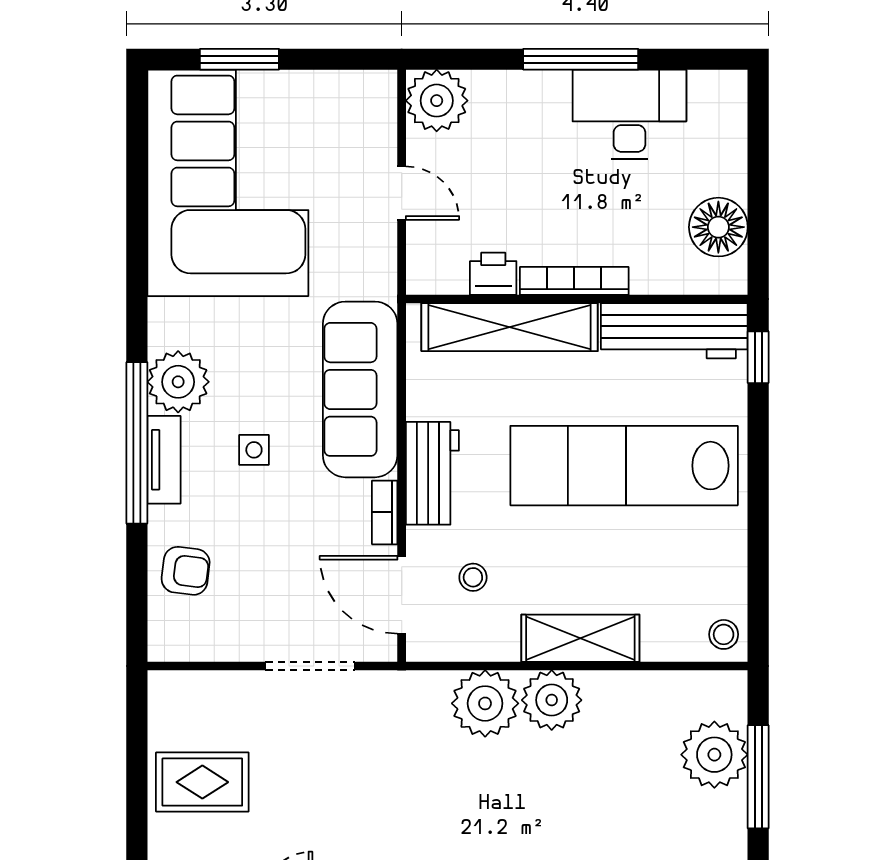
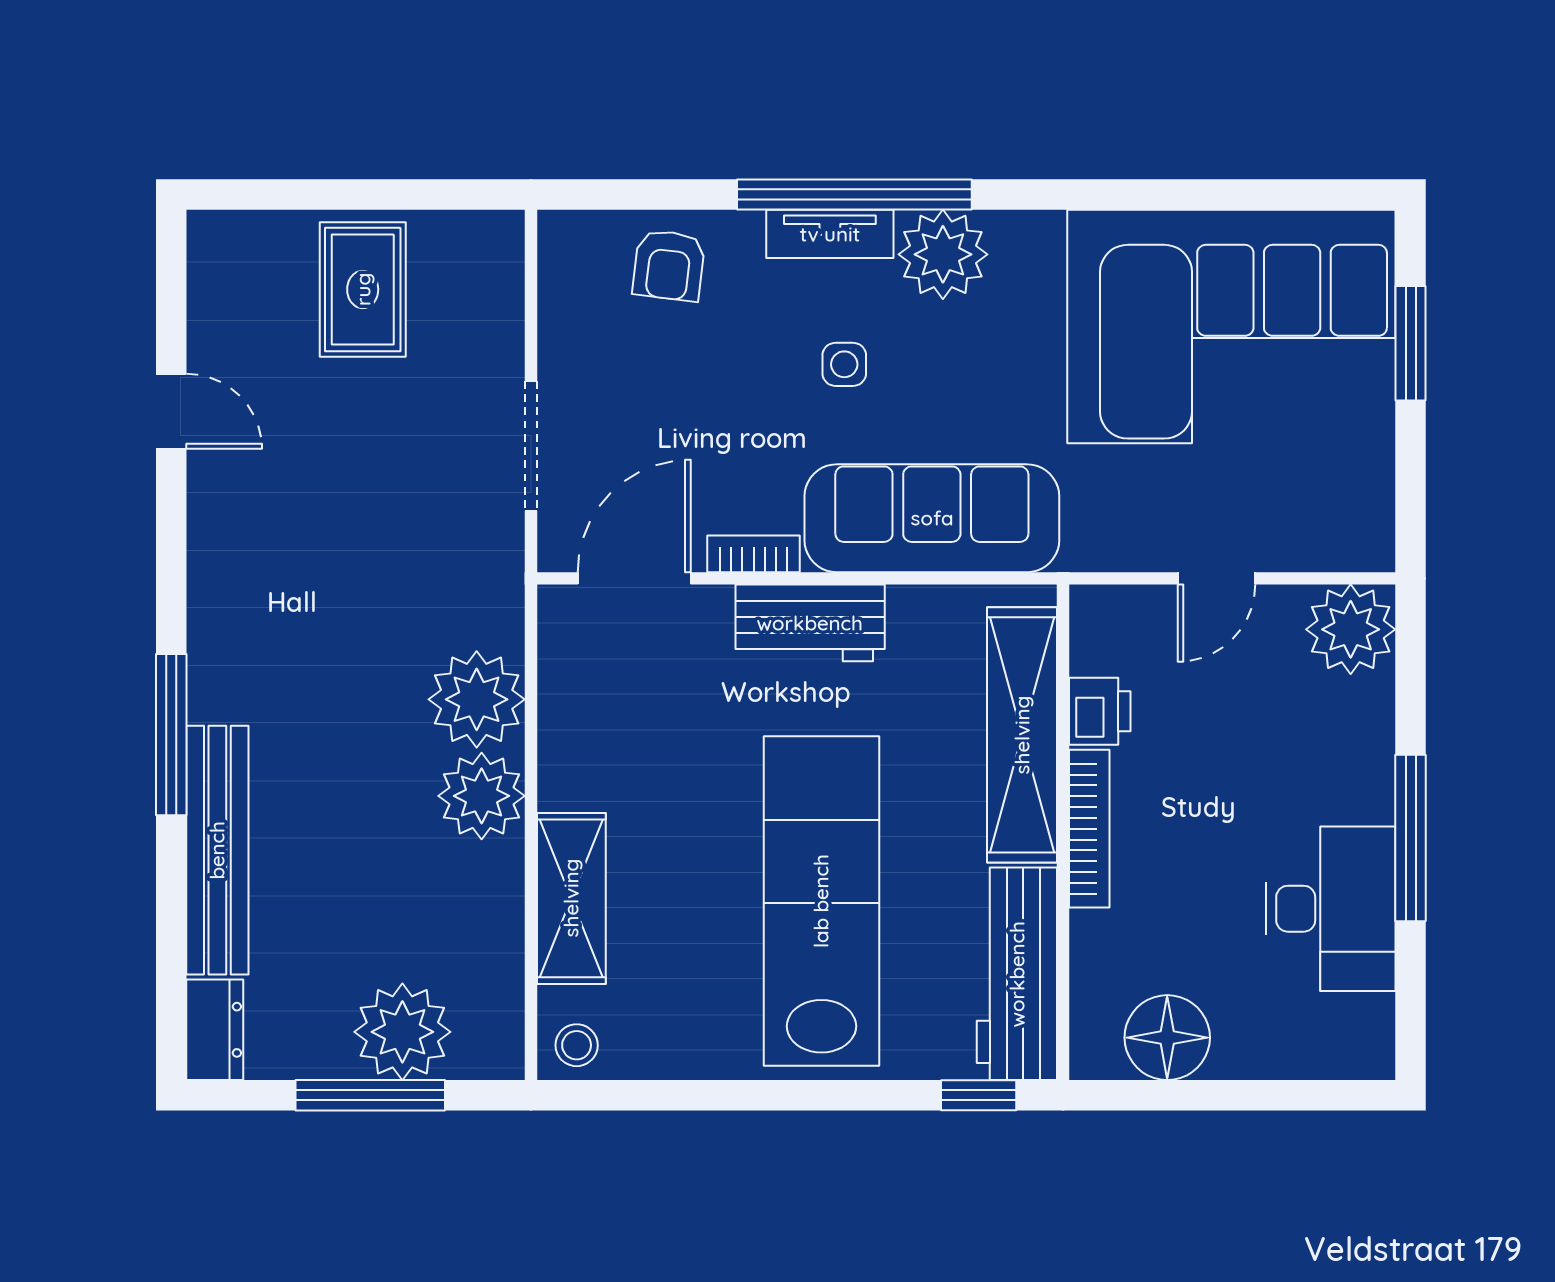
stool: (473, 577) -> (660, 682), removed
shelving: (580, 638) -> (571, 898), moved

